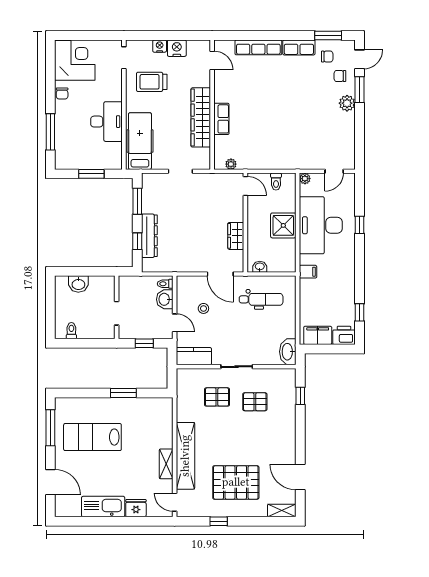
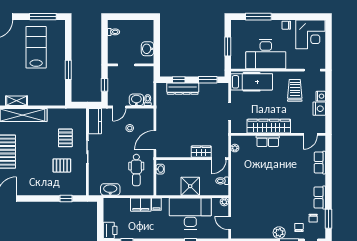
row of seats: (258, 47) -> (320, 163), width x0.68
desk: (106, 122) -> (266, 54), width x1.36, depth x1.30
wardrobe: (236, 236) -> (201, 152), moved
washbasin: (78, 284) -> (148, 49), moved
filing cabinet: (318, 335) -> (141, 205), moved, turned 90
washbasin: (288, 352) -> (110, 189), moved
pallet: (255, 402) -> (62, 165), turned 90

